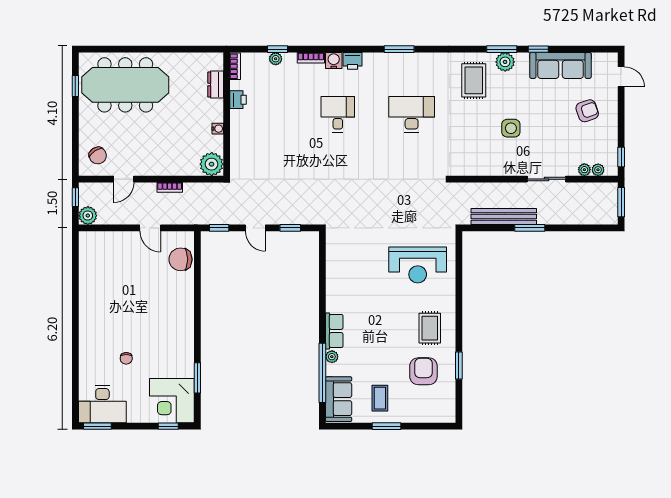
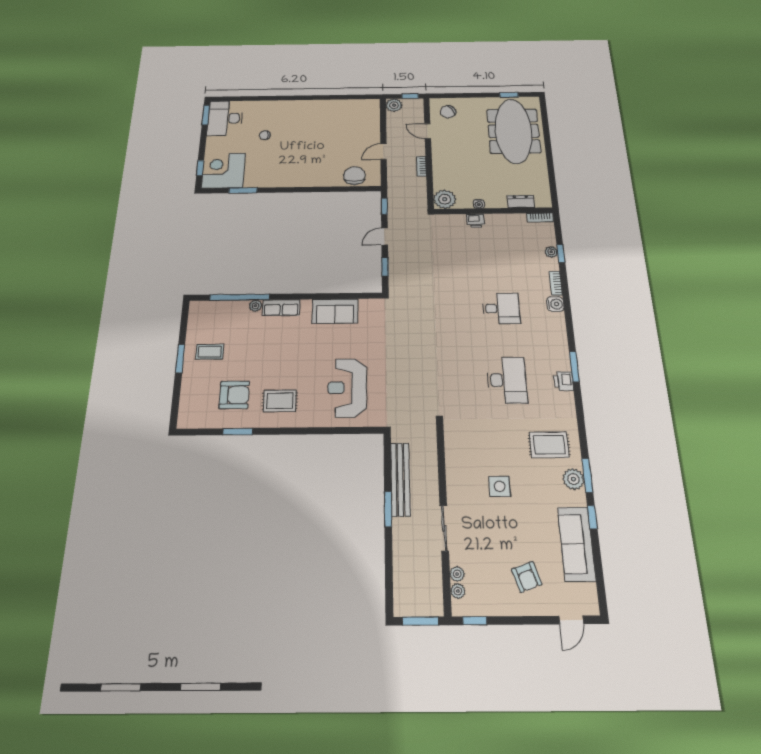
printer: (353, 61) -> (564, 381), moved
printer: (238, 100) -> (476, 221), moved
sofa: (339, 399) -> (335, 311), moved

